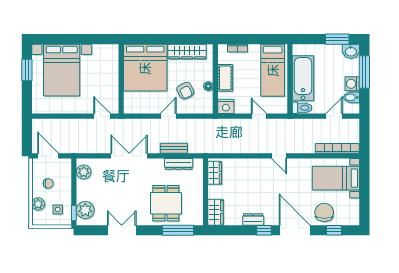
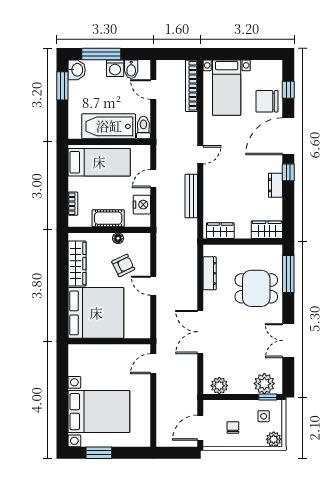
nightstand: (226, 106) -> (142, 205), moved
bench: (174, 148) -> (191, 196), moved, width x1.36
plant: (38, 204) -> (274, 439), moved

